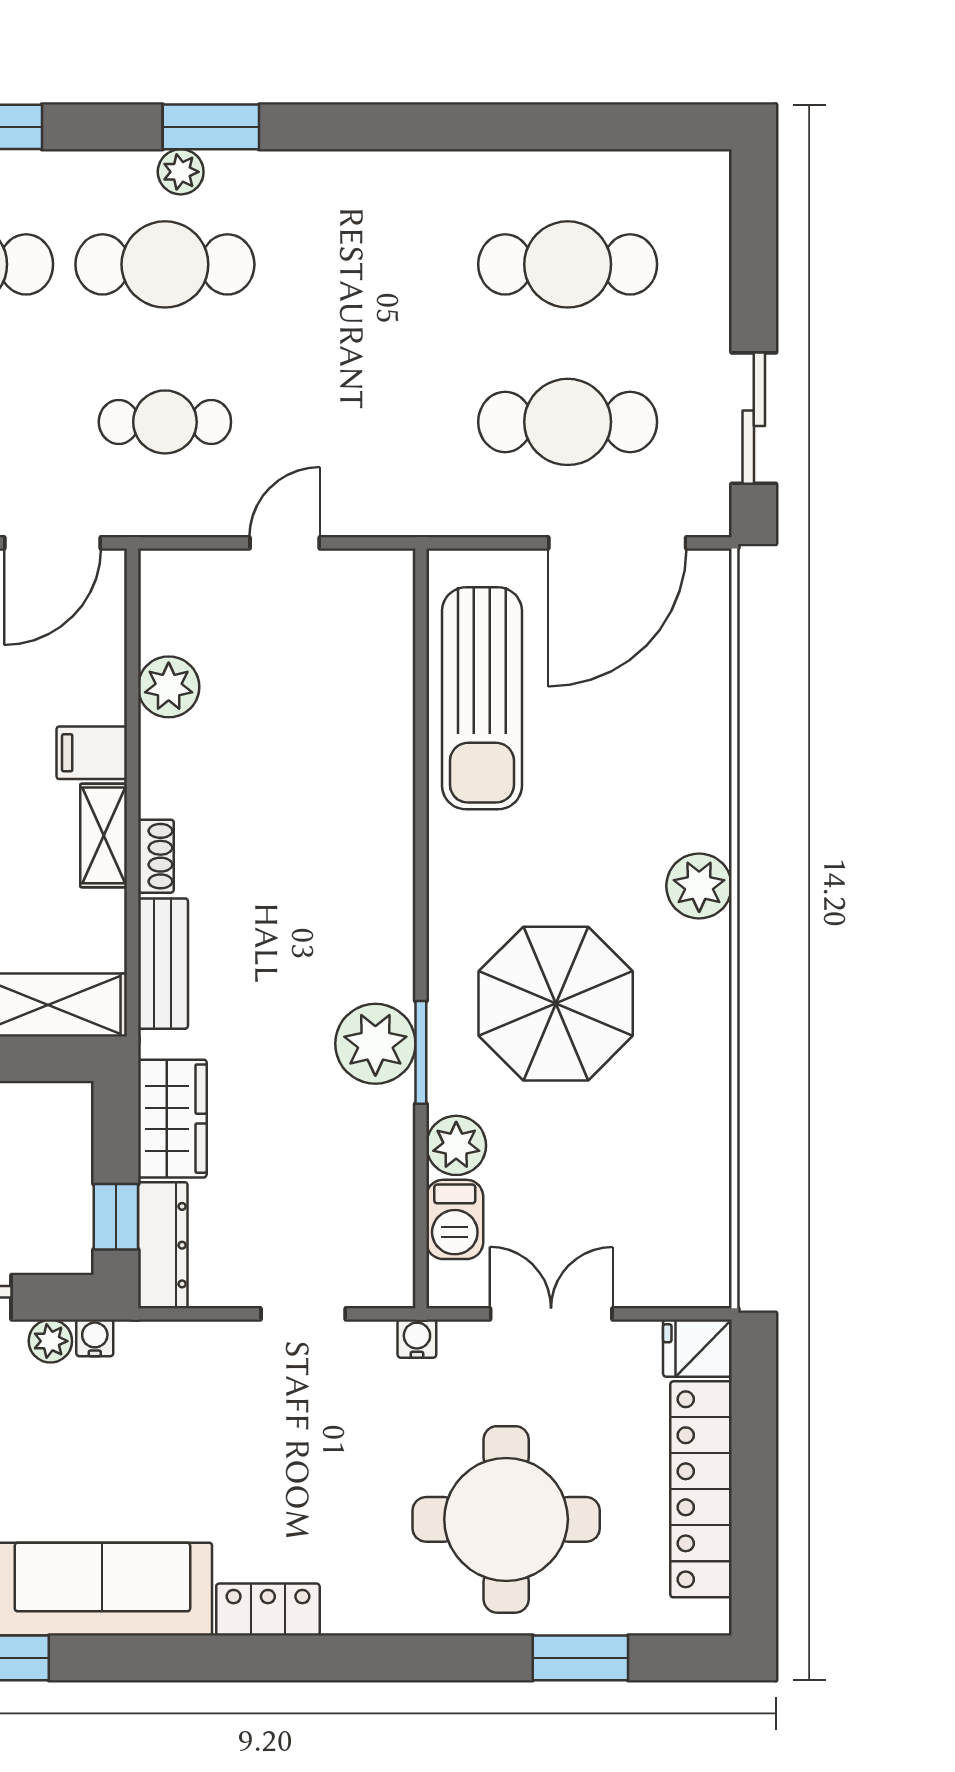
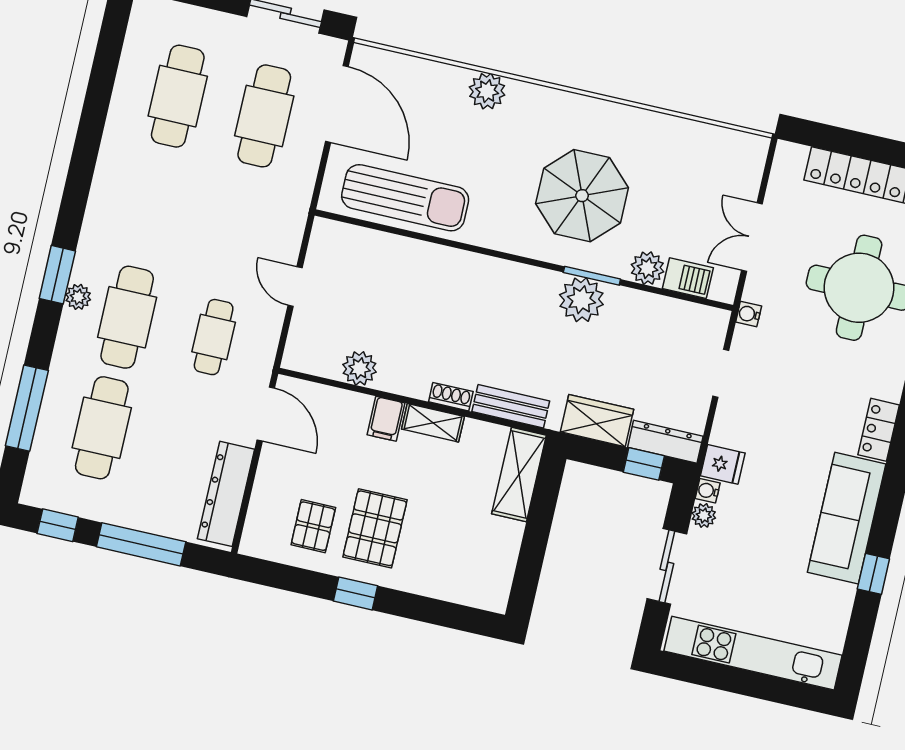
plant: (699, 886) -> (487, 91), moved
fridge: (697, 1348) -> (723, 464), moved, turned -90

